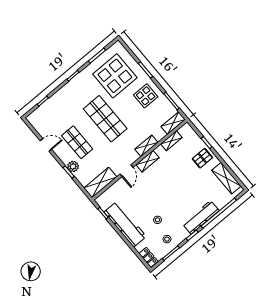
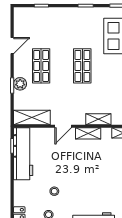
shop shelf: (105, 119) -> (82, 66), width x0.70, depth x0.74
door: (46, 145) -> (12, 46), hinge flipped
workbench: (125, 224) -> (23, 154), moved

